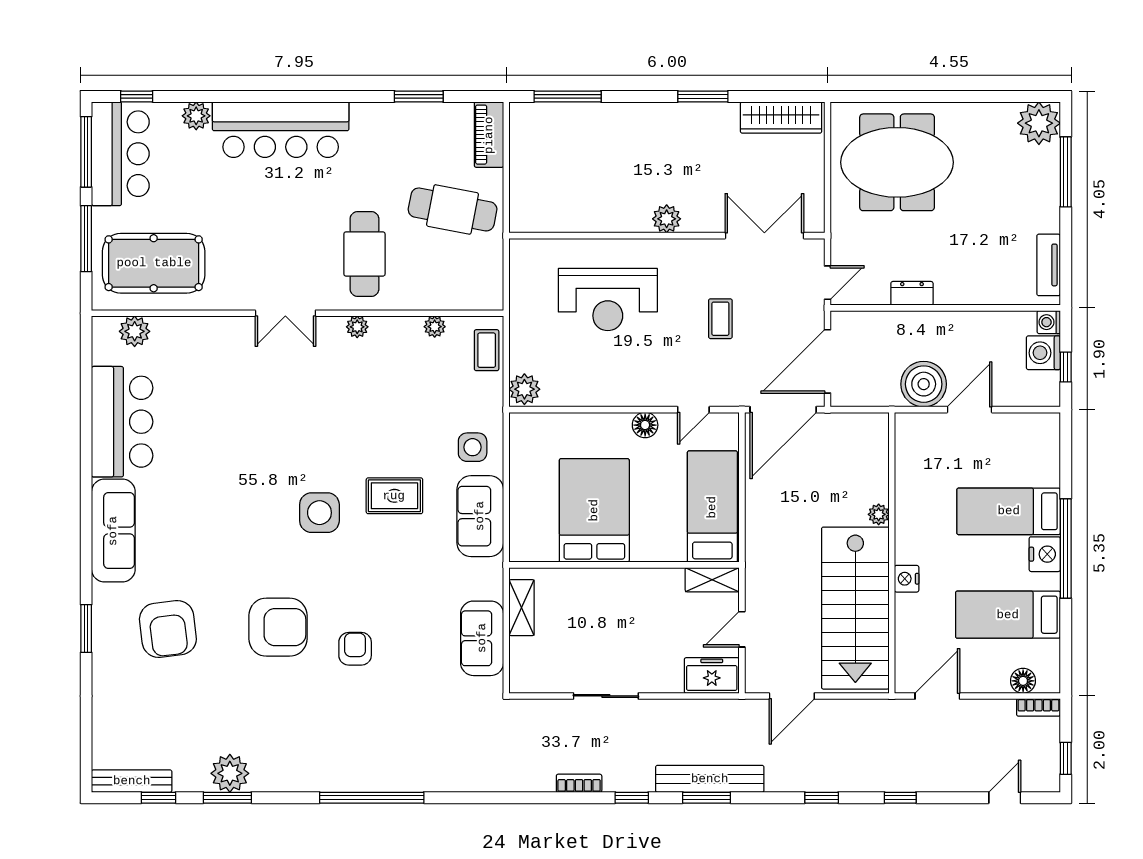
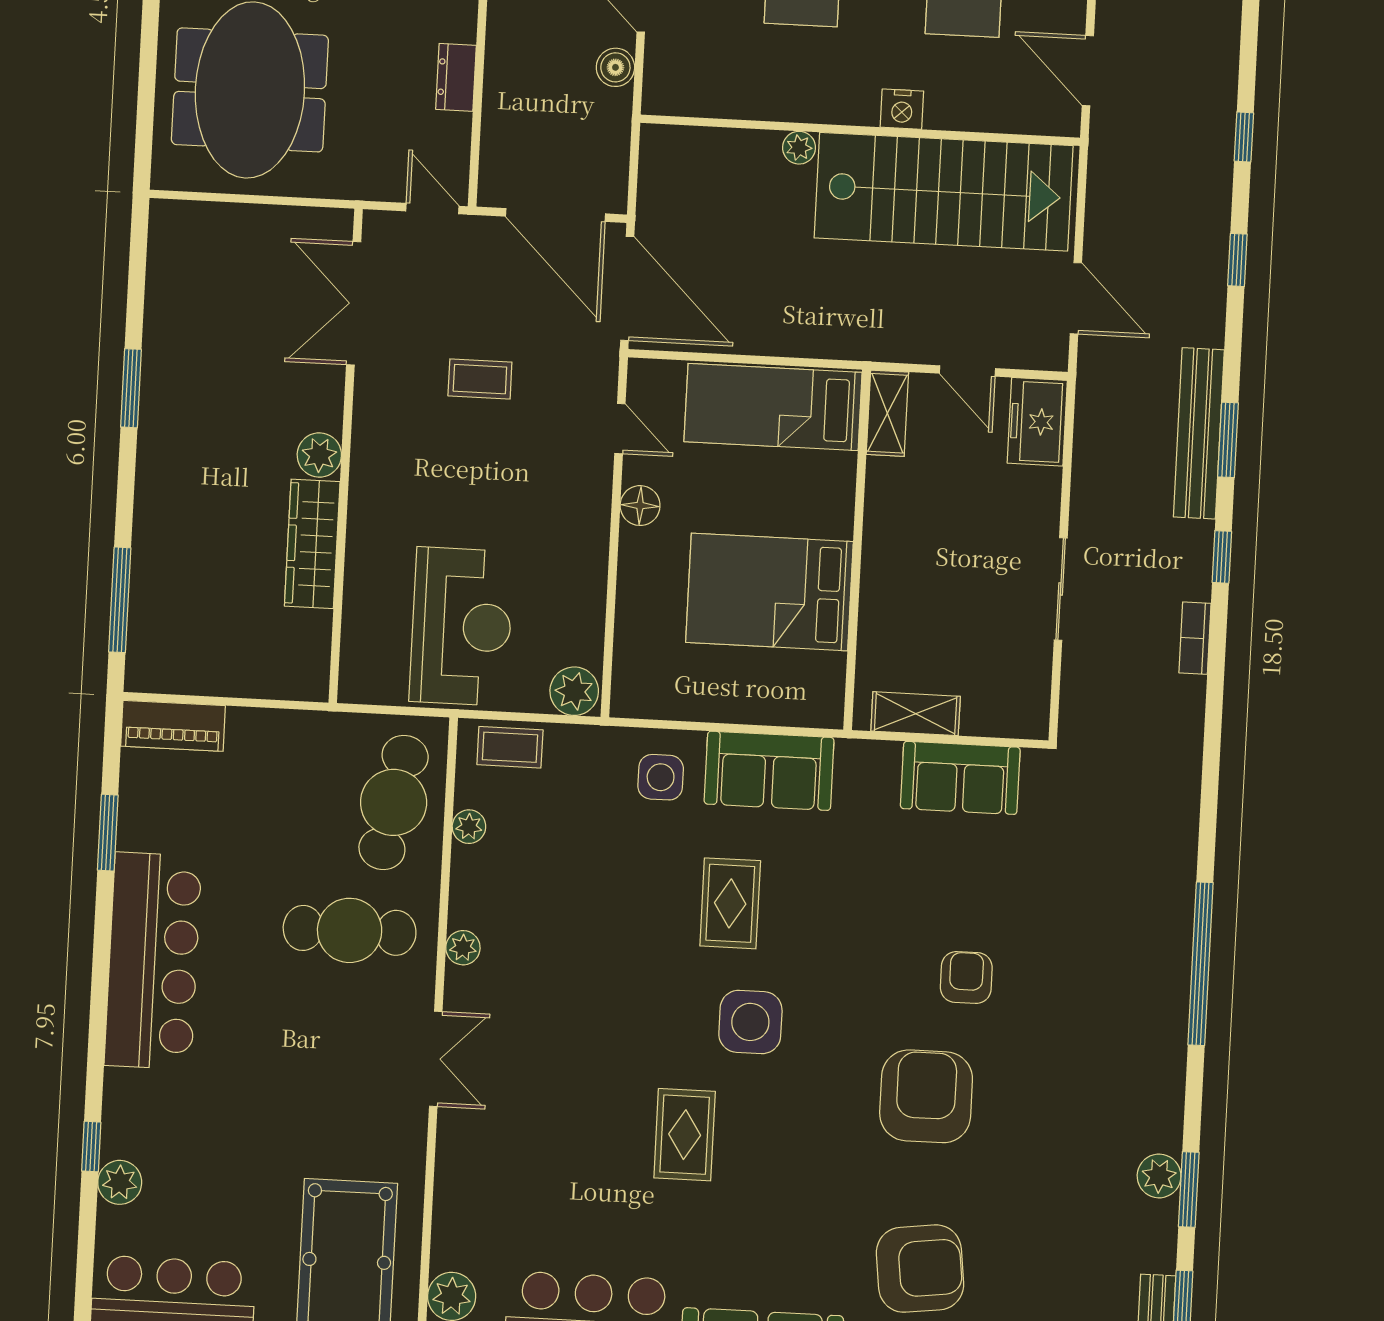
window: (137, 96) -> (91, 1147), moved
wardrobe: (781, 118) -> (312, 544), moved, turned 180
bar counter: (281, 130) -> (153, 961), moved
cafe table: (453, 209) -> (394, 802), moved
reception desk: (608, 300) -> (461, 626), moved
boiler: (924, 384) -> (615, 67), width x0.54, depth x0.54
rug: (245, 474) -> (685, 1135), added
armchair: (355, 649) -> (966, 977), turned 90
plant: (230, 773) -> (1159, 1176), width x0.73, depth x0.73

